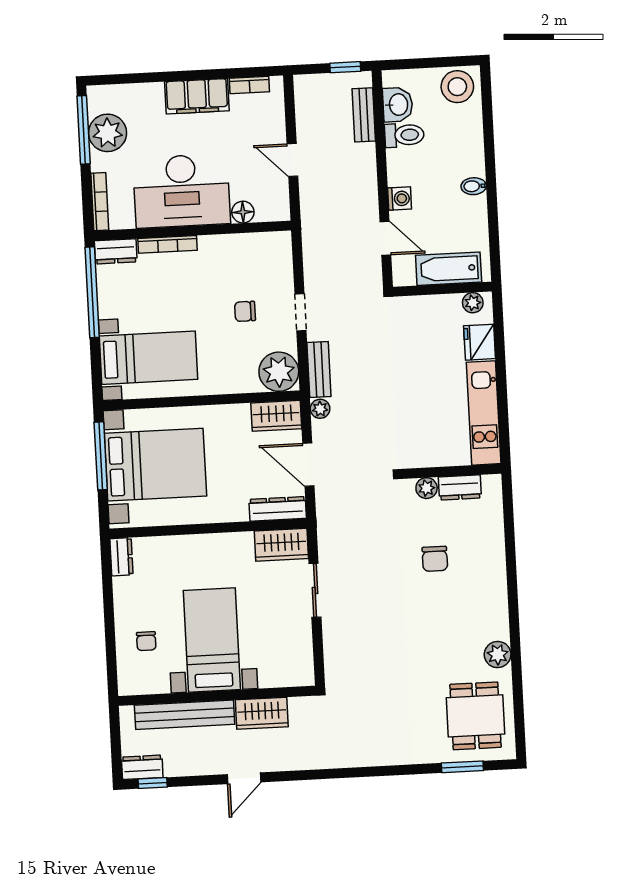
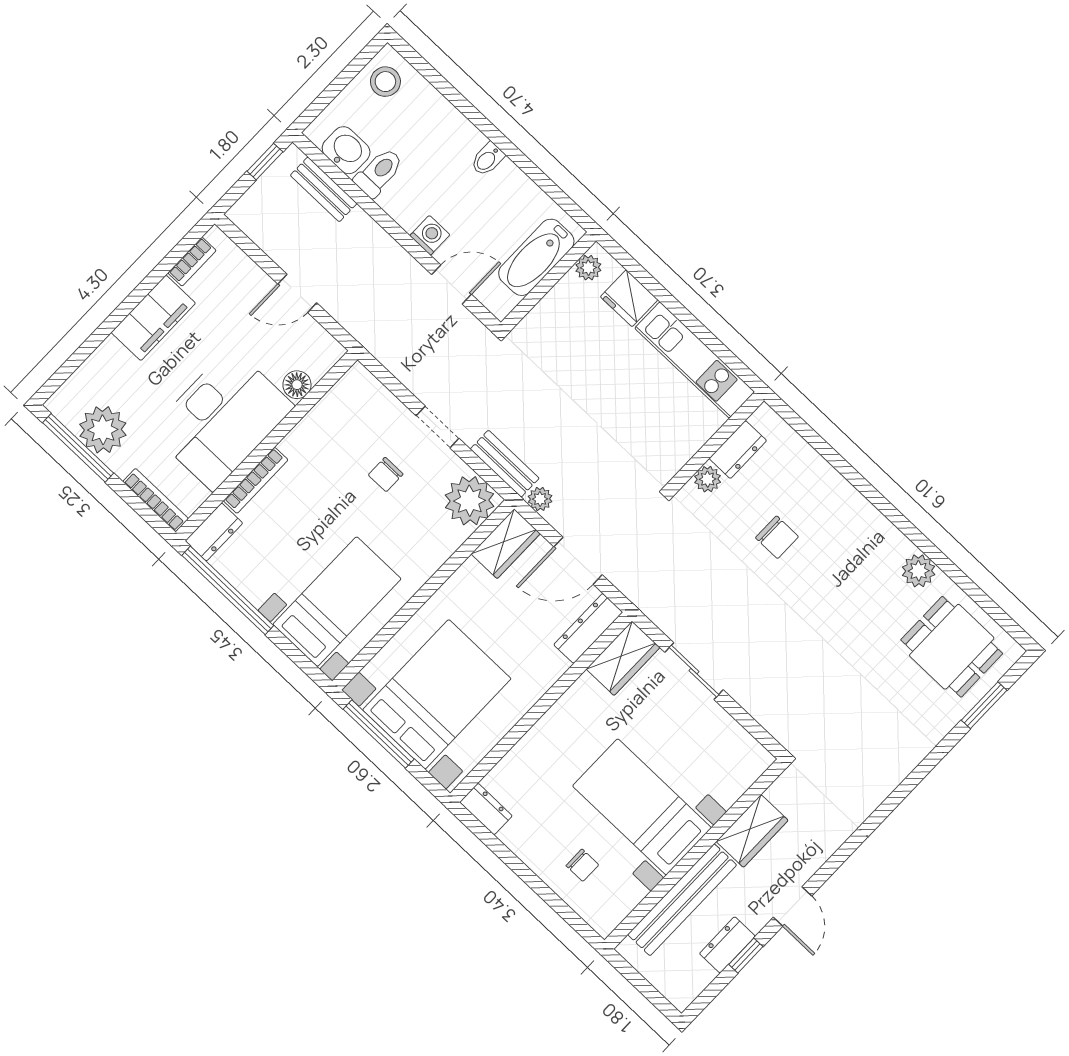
stool: (457, 87) -> (385, 82), width x0.73, depth x0.73
dresser: (142, 767) -> (727, 945), moved
window: (153, 783) -> (746, 956), moved

